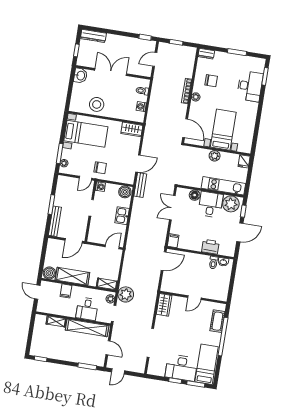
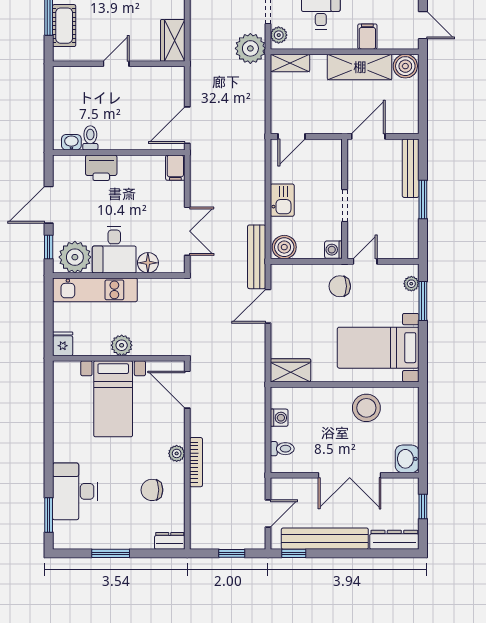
bench: (128, 42) -> (325, 539), added
bench: (140, 185) -> (257, 257), width x1.36

